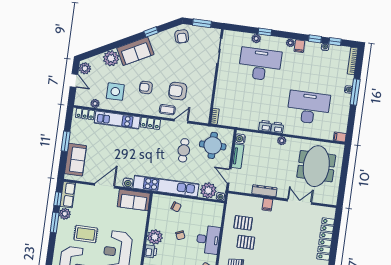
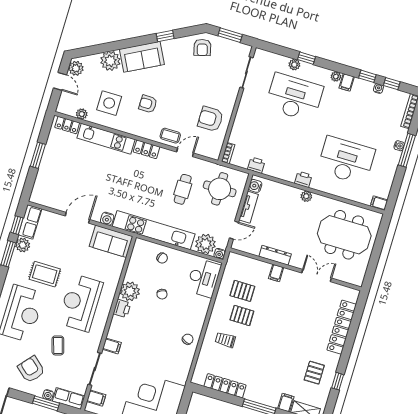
armchair: (178, 91) -> (210, 119), moved
printer: (265, 126) -> (256, 165), moved
sofa: (75, 160) -> (46, 180), removed
meeting table: (316, 166) -> (344, 235), turned 90
door: (229, 176) -> (234, 230), swing flipped
desk: (208, 240) -> (204, 278), moved

